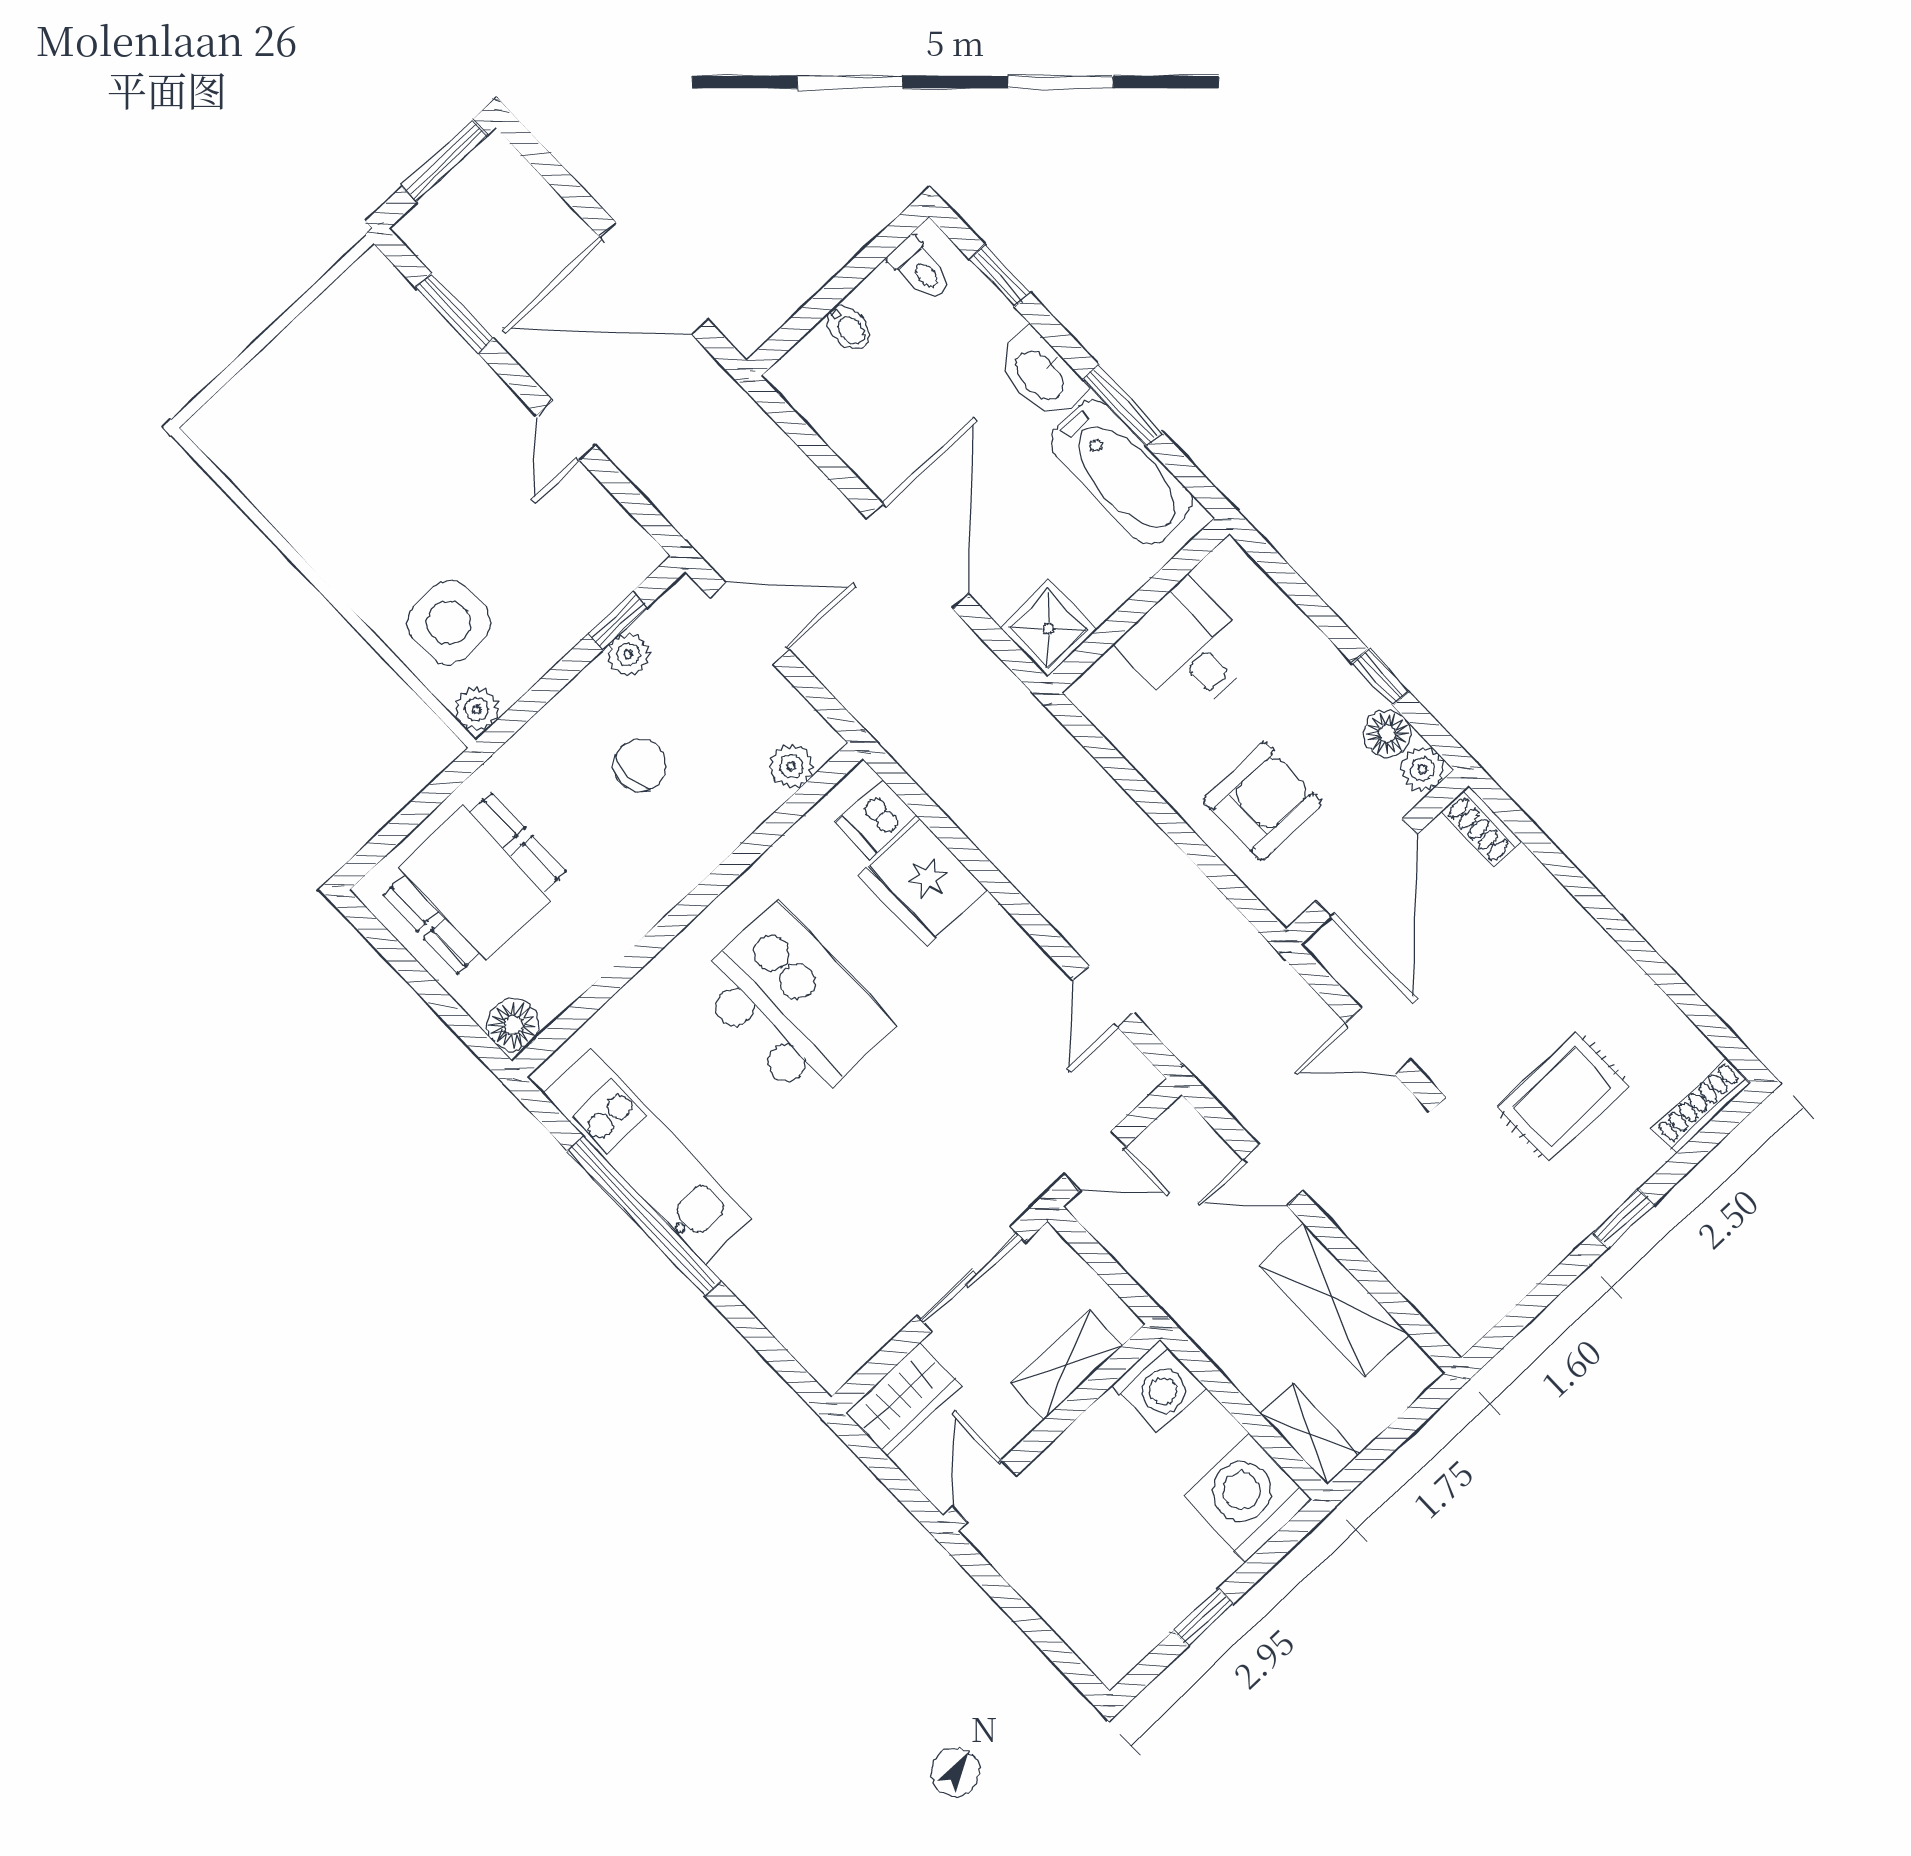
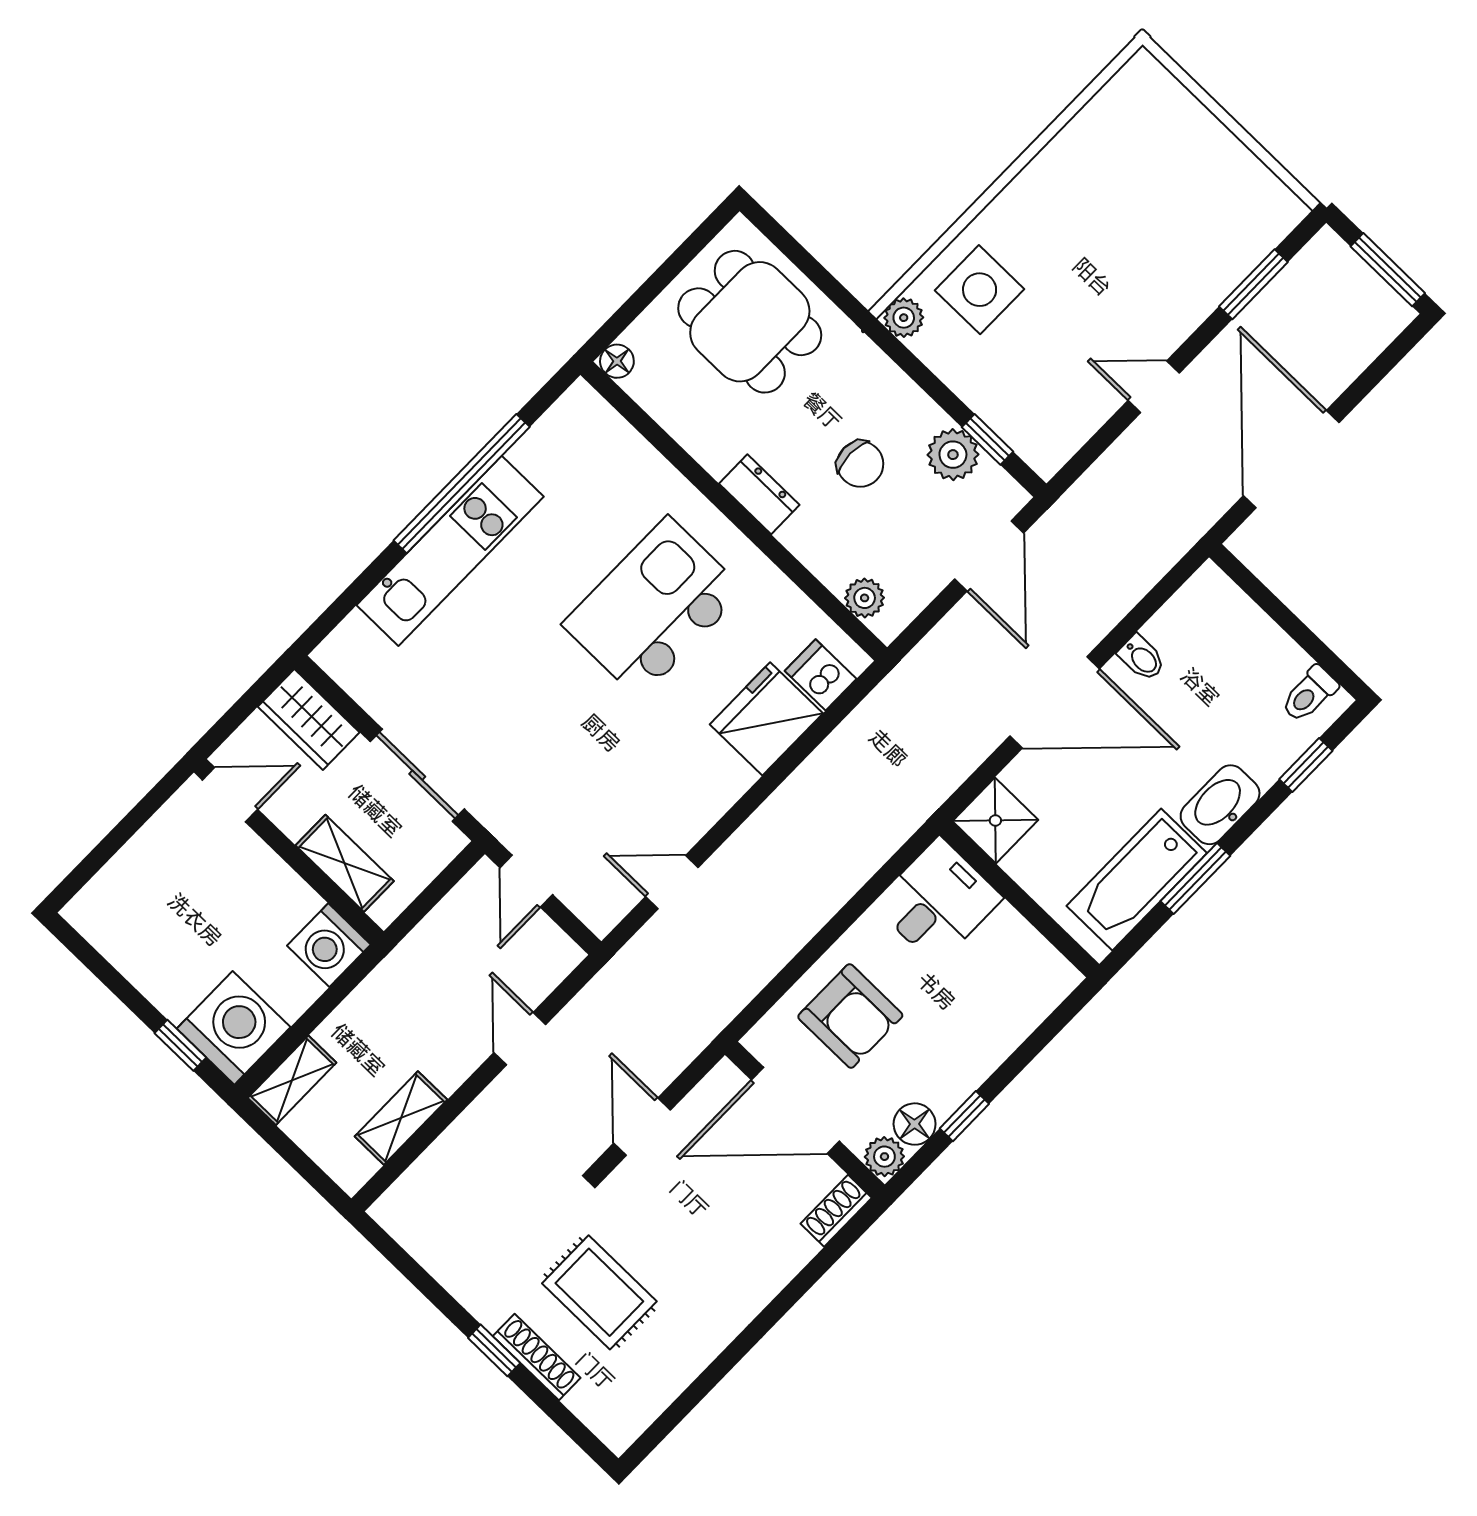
bidet: (848, 327) -> (1142, 658), moved, turned -90
desk: (1187, 649) -> (938, 901), moved
plant: (628, 654) -> (953, 455), width x1.38, depth x1.38
dresser: (669, 880) -> (759, 494), added
kitchen island: (793, 1005) -> (654, 608), turned 180
floor lamp: (513, 1025) -> (617, 361), width x0.73, depth x0.73
shoe rack: (1701, 1106) -> (537, 1357), moved
kitchen unit: (647, 1156) -> (450, 551), moved
shelving: (1334, 1300) -> (401, 1118), width x0.67, depth x0.75
window: (1203, 1618) -> (180, 1045), moved

